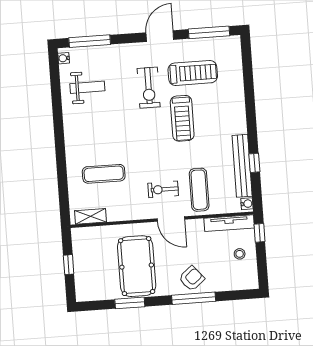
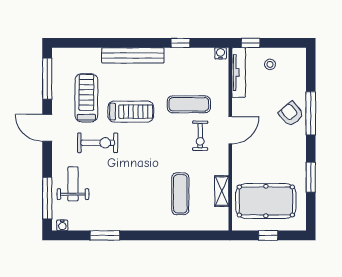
weight bench: (87, 87) -> (73, 184), moved
window: (57, 102) -> (105, 235), added
bench: (242, 166) -> (133, 55), moved
exercise mat: (199, 190) -> (189, 104), moved
shelving: (91, 216) -> (222, 191), moved
pool table: (137, 266) -> (266, 201), moved

